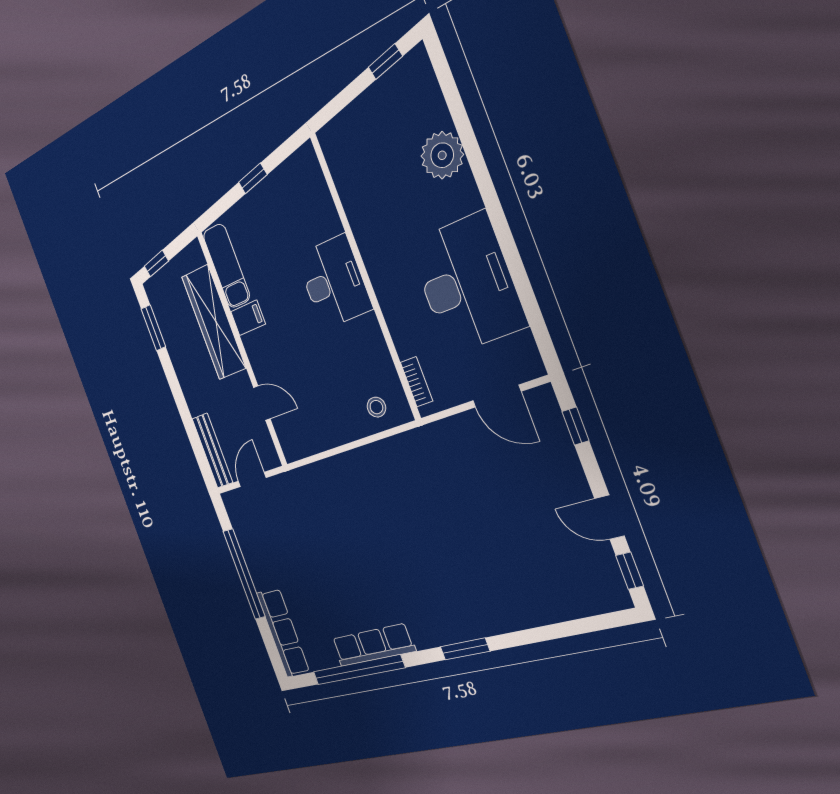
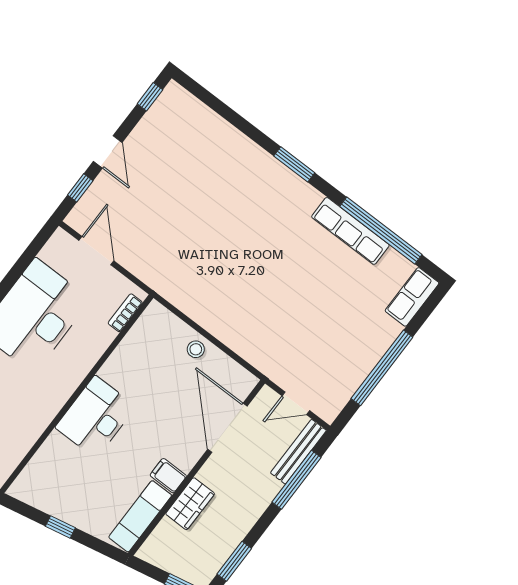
wardrobe: (214, 322) -> (190, 504), width x0.48, depth x0.85
door: (262, 403) -> (227, 428), width x1.87
stool: (376, 407) -> (196, 349), moved
window: (191, 431) -> (297, 480), added
door: (609, 517) -> (108, 152), moved
row of seats: (283, 633) -> (412, 297), width x0.68

